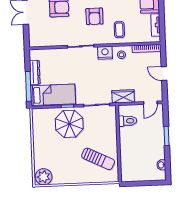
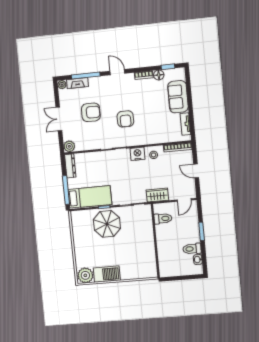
coffee table: (119, 30) -> (150, 131), removed
plant: (35, 41) -> (69, 146), added
dresser: (35, 72) -> (70, 166), moved
toilet: (156, 153) -> (192, 249), added
sun lounger: (98, 159) -> (136, 256), removed
barbecue: (66, 176) -> (107, 274), added

